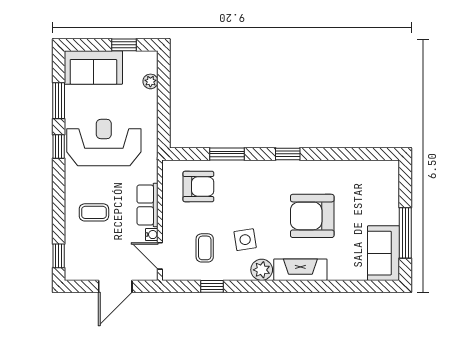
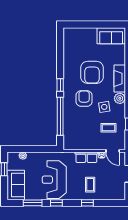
window: (227, 154) -> (60, 116), width x2.11
armchair: (198, 186) -> (84, 99), moved
window: (405, 233) -> (101, 25), removed
window: (59, 256) -> (87, 203), moved
door: (160, 256) -> (113, 151), hinge flipped

